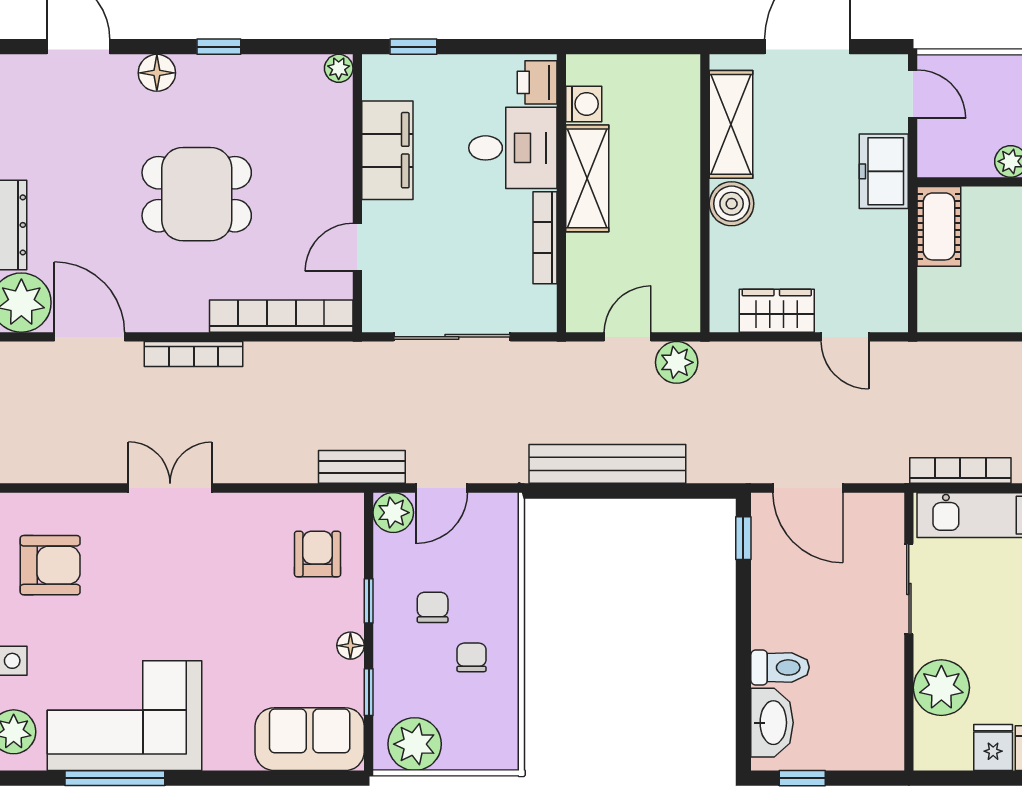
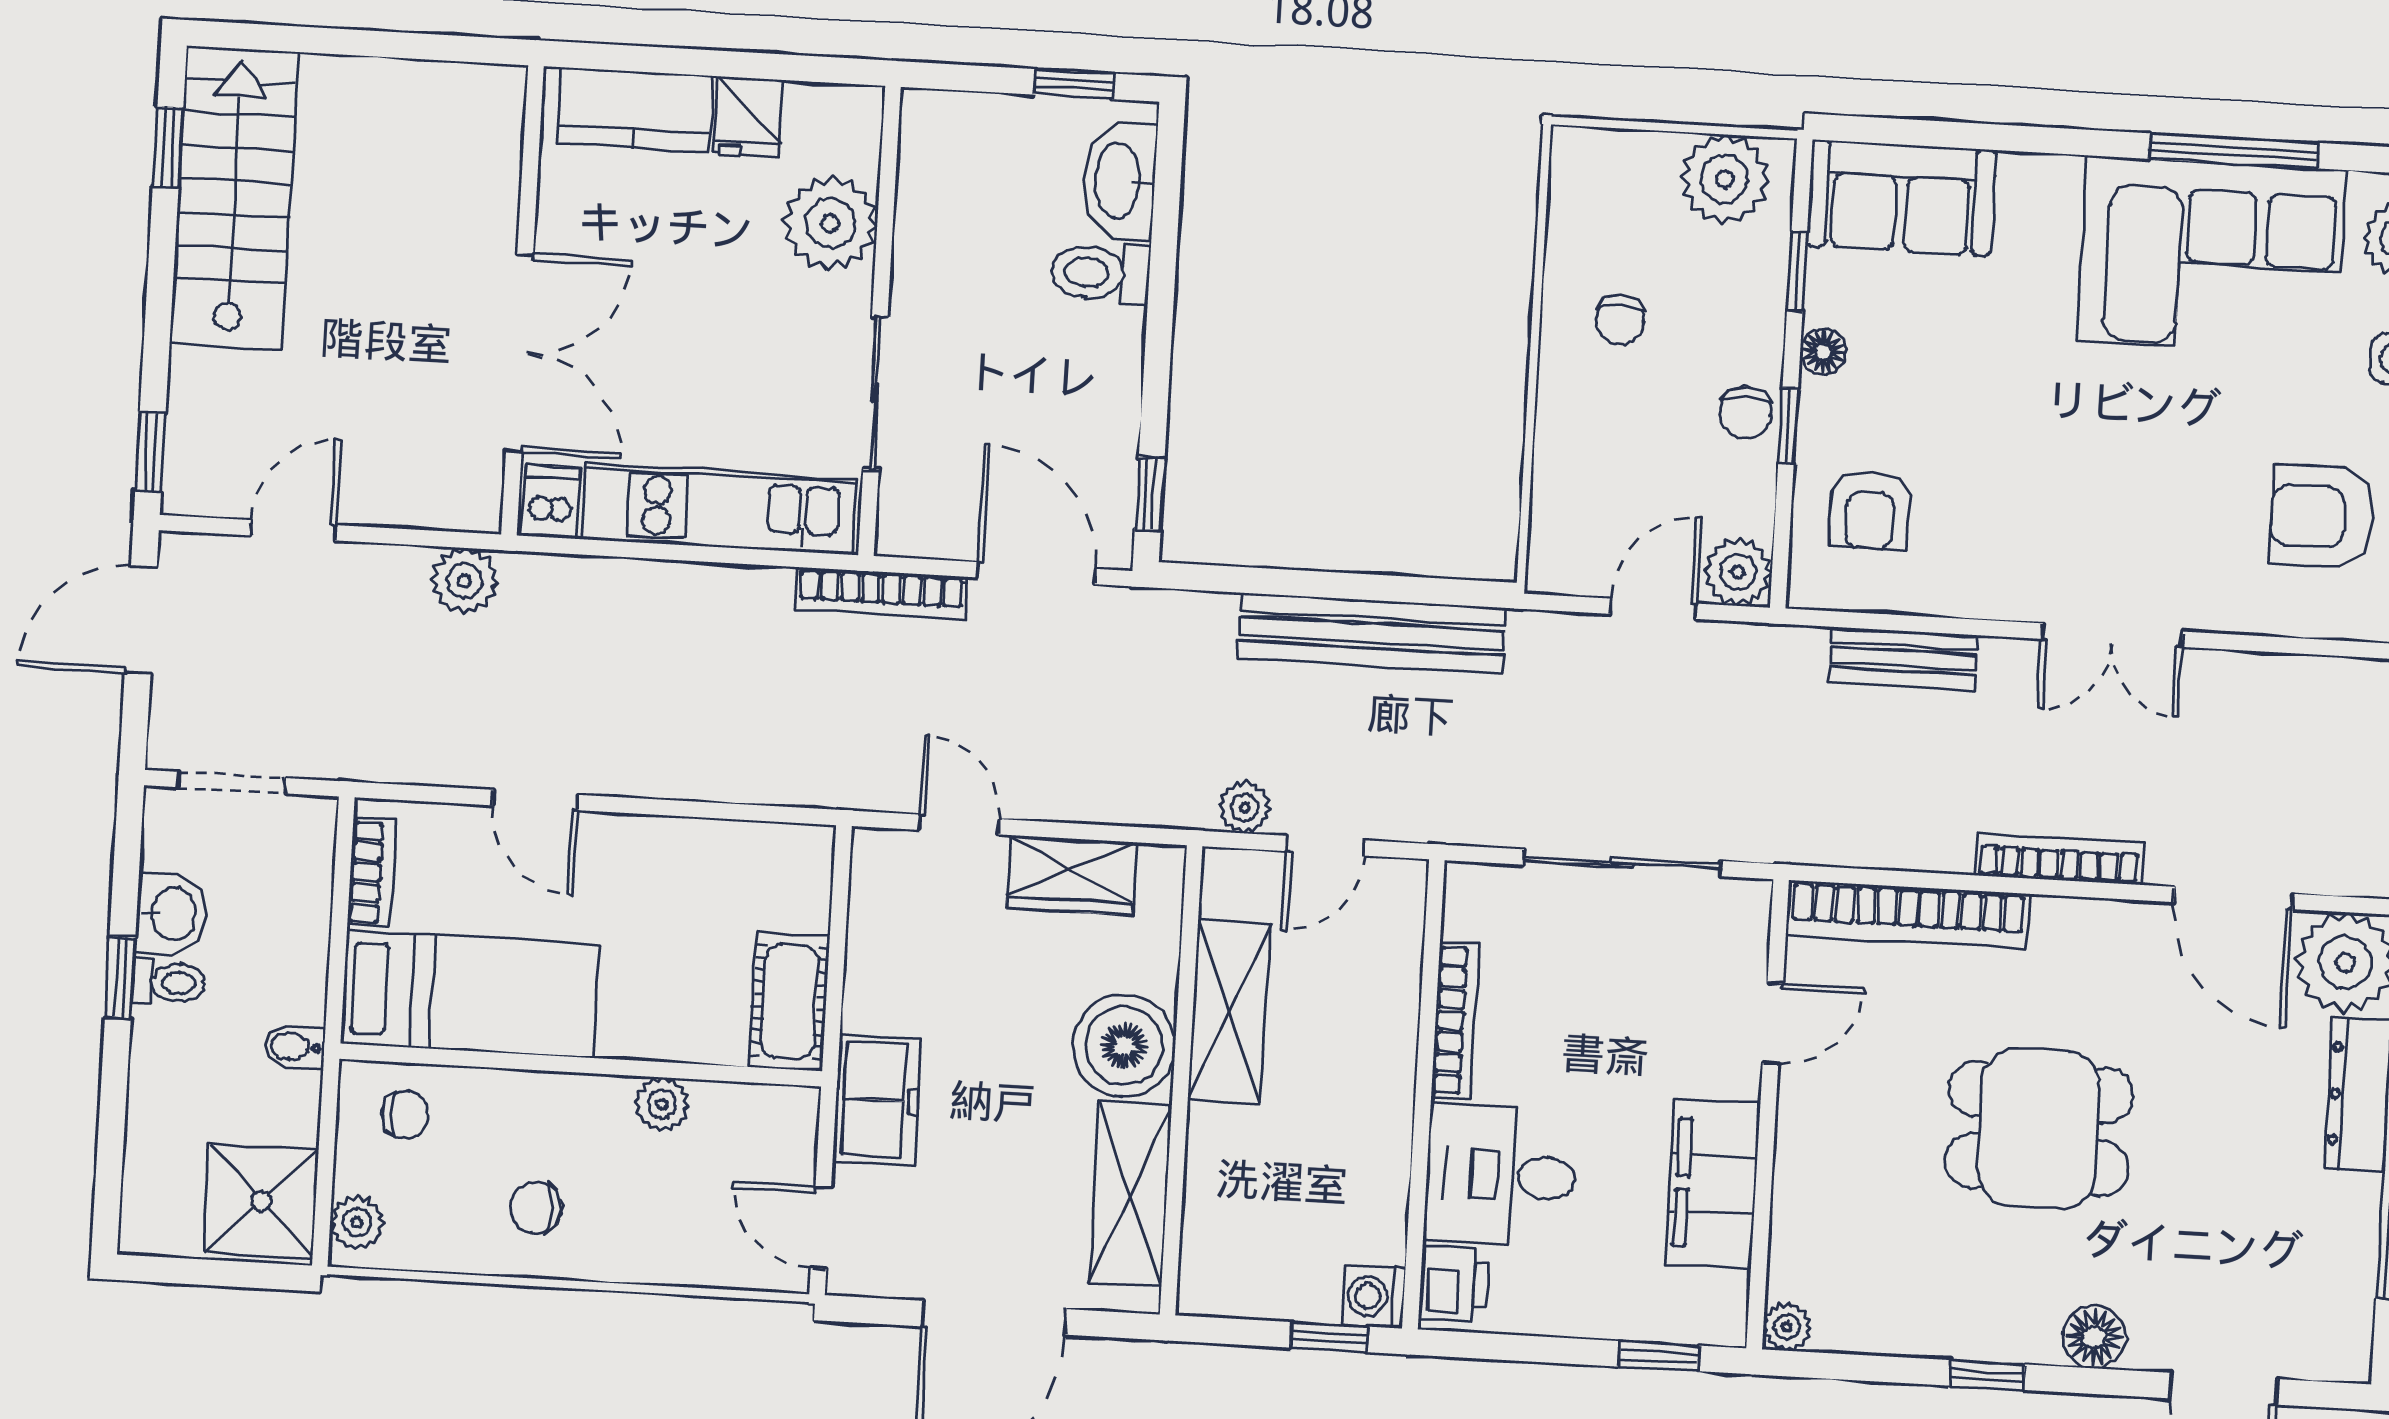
window: (609, 47) -> (1329, 1337), added
washing machine: (584, 104) -> (1374, 1297), moved
shelving: (587, 178) -> (1229, 1012), moved
boiler: (732, 204) -> (1124, 1046), width x1.37, depth x1.37
plant: (677, 362) -> (1245, 807), width x0.73, depth x0.73
bench: (362, 467) -> (1903, 659), moved
bookcase: (960, 471) -> (881, 594), moved
chair: (433, 607) -> (1745, 412), moved

